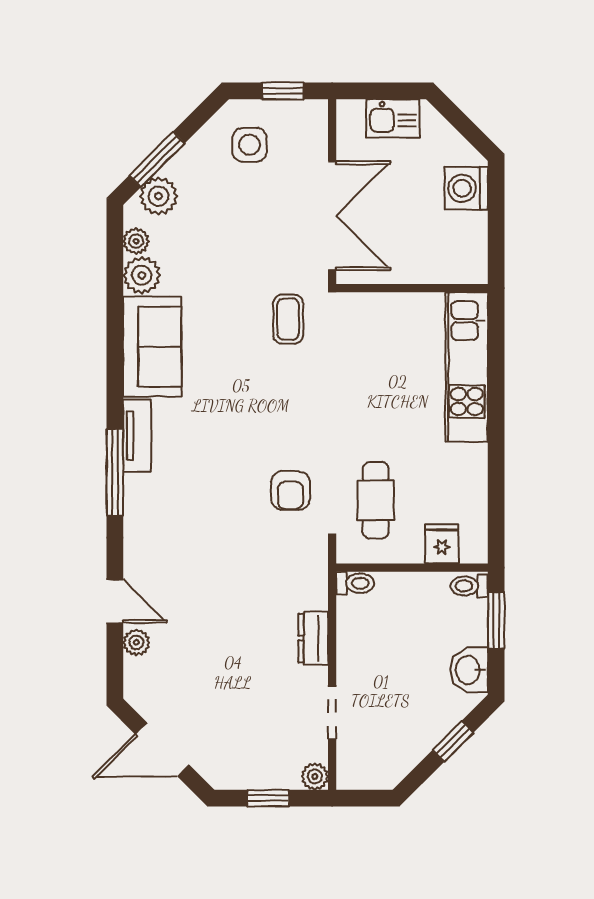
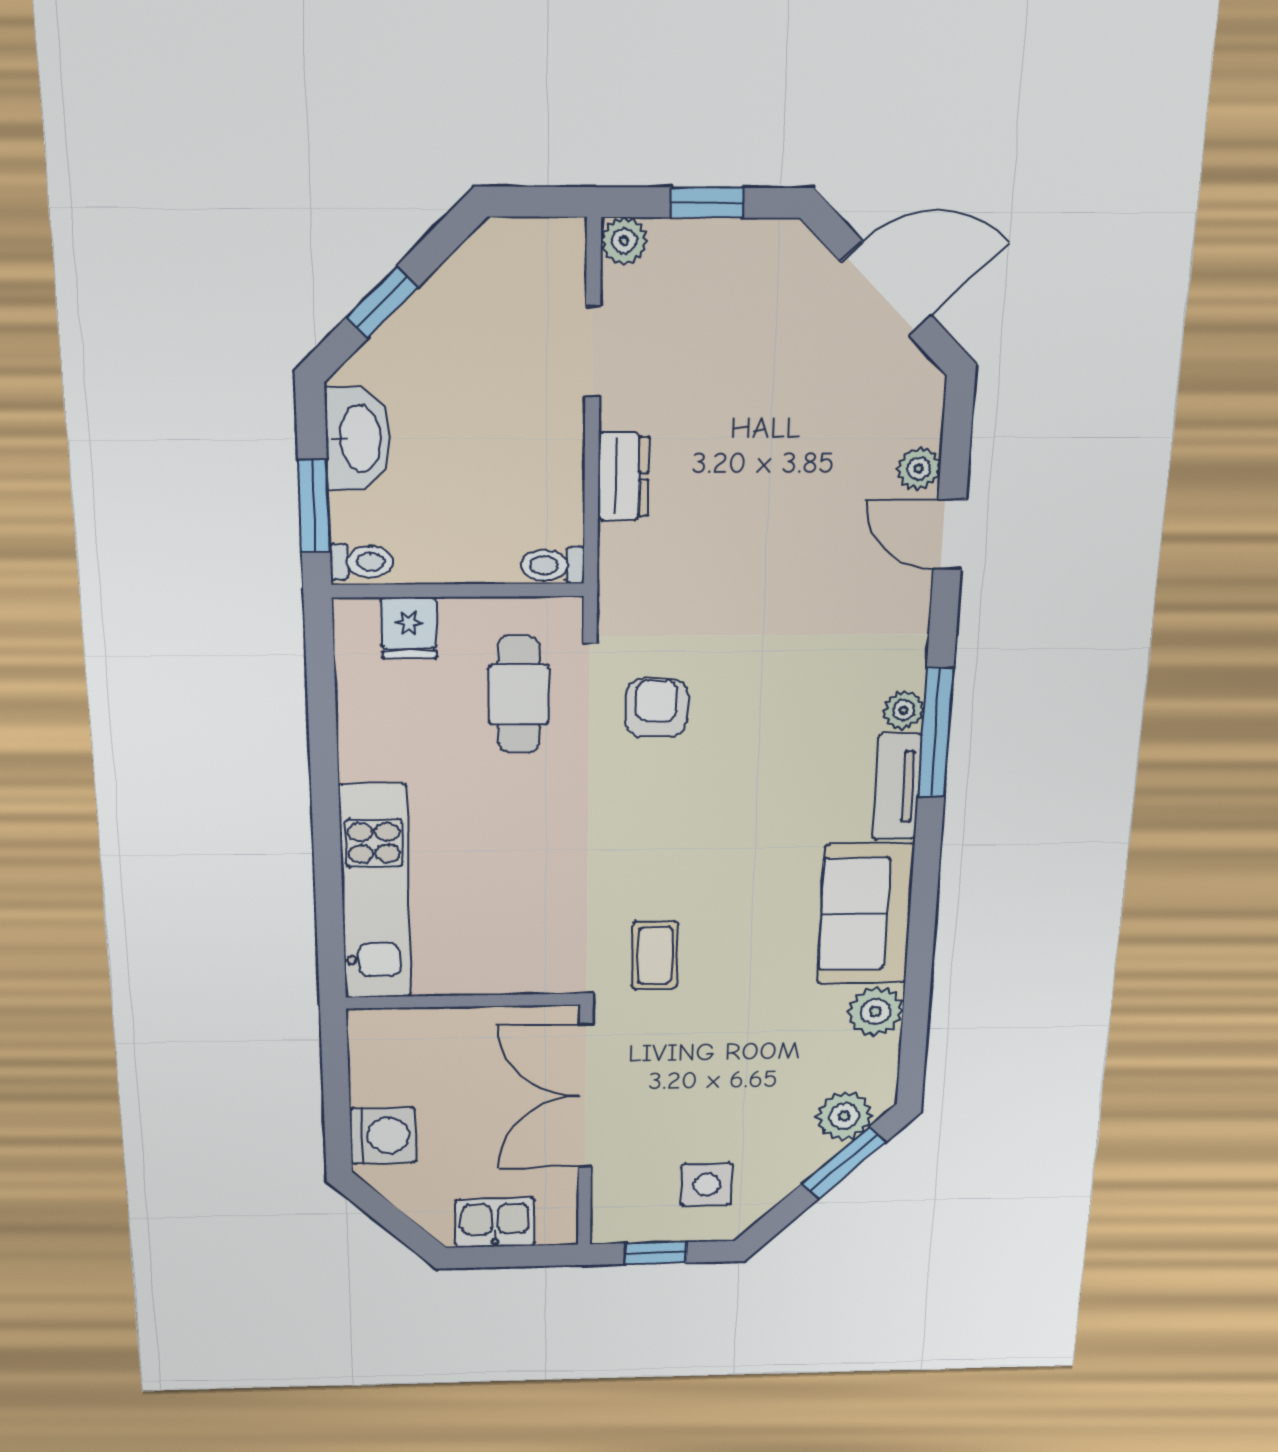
plant: (136, 241) -> (904, 710), moved
washbasin: (469, 670) -> (358, 439), width x1.38

